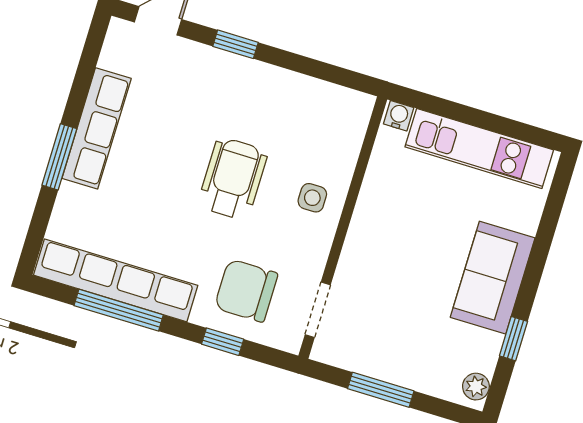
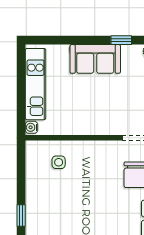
wheelchair: (233, 179) -> (86, 197), removed
side table: (312, 198) -> (59, 162), moved

